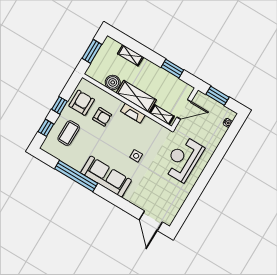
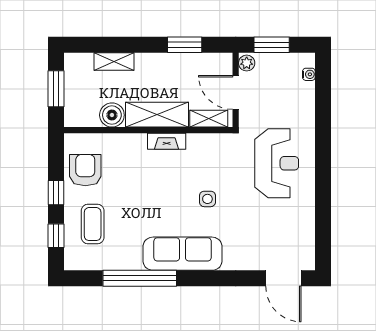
plant: (199, 97) -> (247, 63), added
door: (184, 109) -> (236, 92), swing flipped
armchair: (102, 117) -> (126, 173), removed
reception desk: (183, 159) -> (277, 163), turned 180

